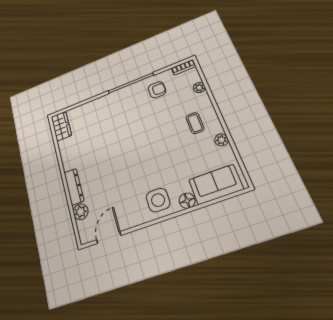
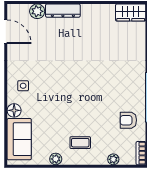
armchair: (157, 90) -> (128, 120), turned 90
side table: (158, 200) -> (23, 86), width x0.54, depth x0.54

